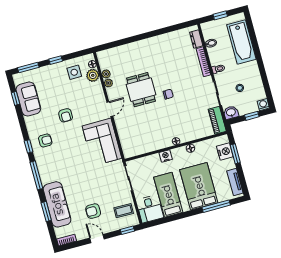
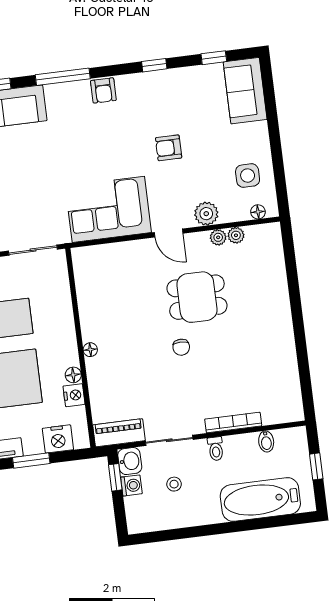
dresser: (196, 39) -> (278, 415), removed
window: (56, 60) -> (275, 144), removed
window: (28, 68) -> (269, 90), removed
plant: (93, 75) -> (206, 214), moved
sofa: (28, 99) -> (245, 91), moved, turned 90
washing machine: (263, 105) -> (131, 485), moved
window: (252, 116) -> (115, 477), moved
armchair: (45, 140) -> (103, 90), moved
window: (29, 146) -> (154, 65), moved
window: (235, 154) -> (31, 461), moved
nightstand: (166, 156) -> (74, 395), moved

